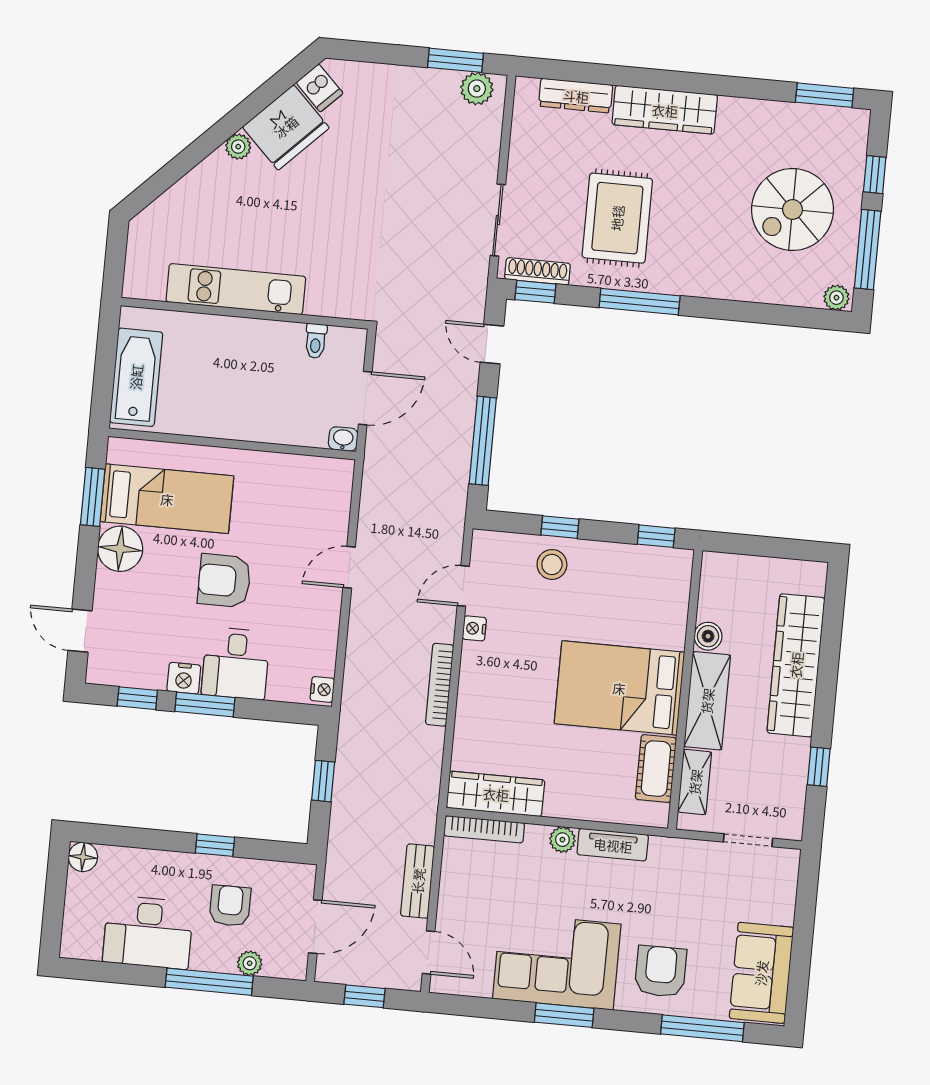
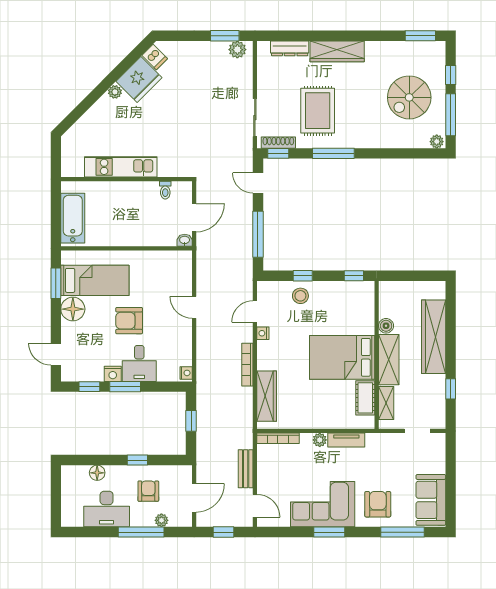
door: (349, 567) -> (194, 307), hinge flipped
wardrobe: (496, 794) -> (267, 396), moved, turned 90
floor lamp: (83, 857) -> (97, 473), moved

